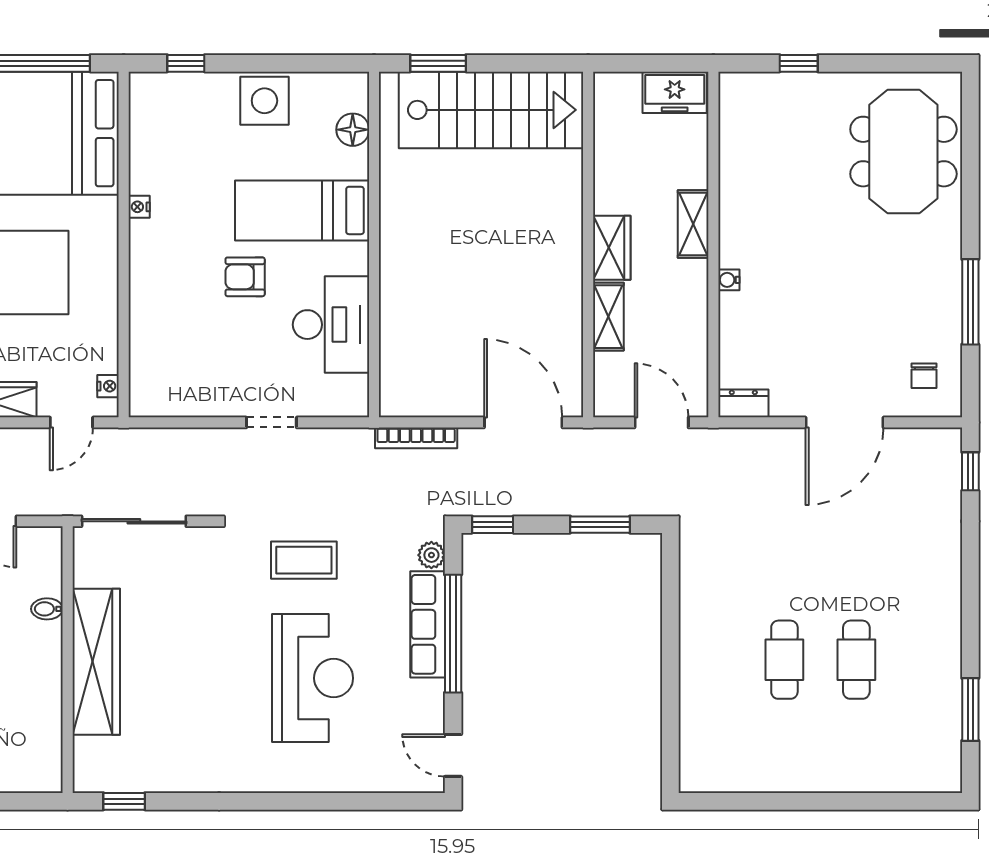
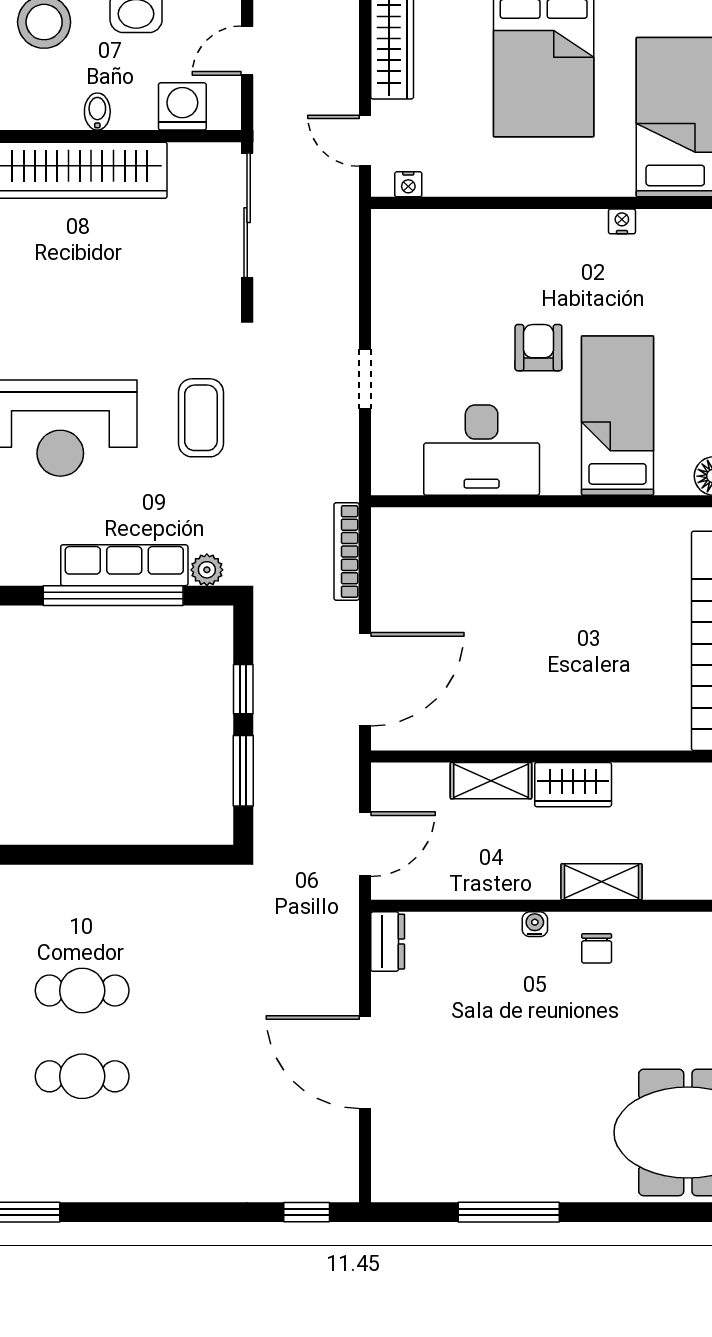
chair: (924, 376) -> (597, 948), moved, turned -90
window: (493, 525) -> (243, 689), moved
washing machine: (43, 576) -> (182, 106), added
bidet: (47, 609) -> (97, 112), moved

